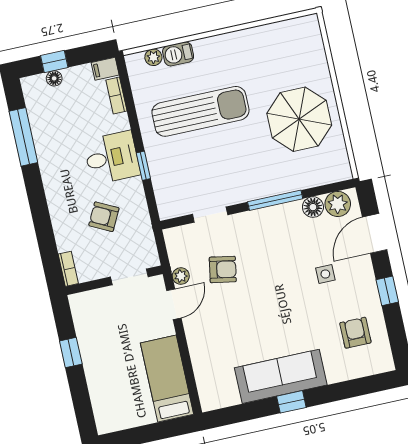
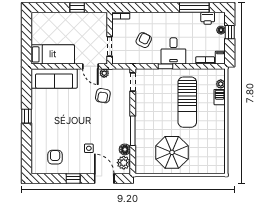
printer: (38, 108) -> (208, 18), added
doorway: (210, 215) -> (133, 82), moved
armchair: (355, 333) -> (55, 157), turned -90
sofa: (281, 376) -> (54, 78), moved, turned 90

